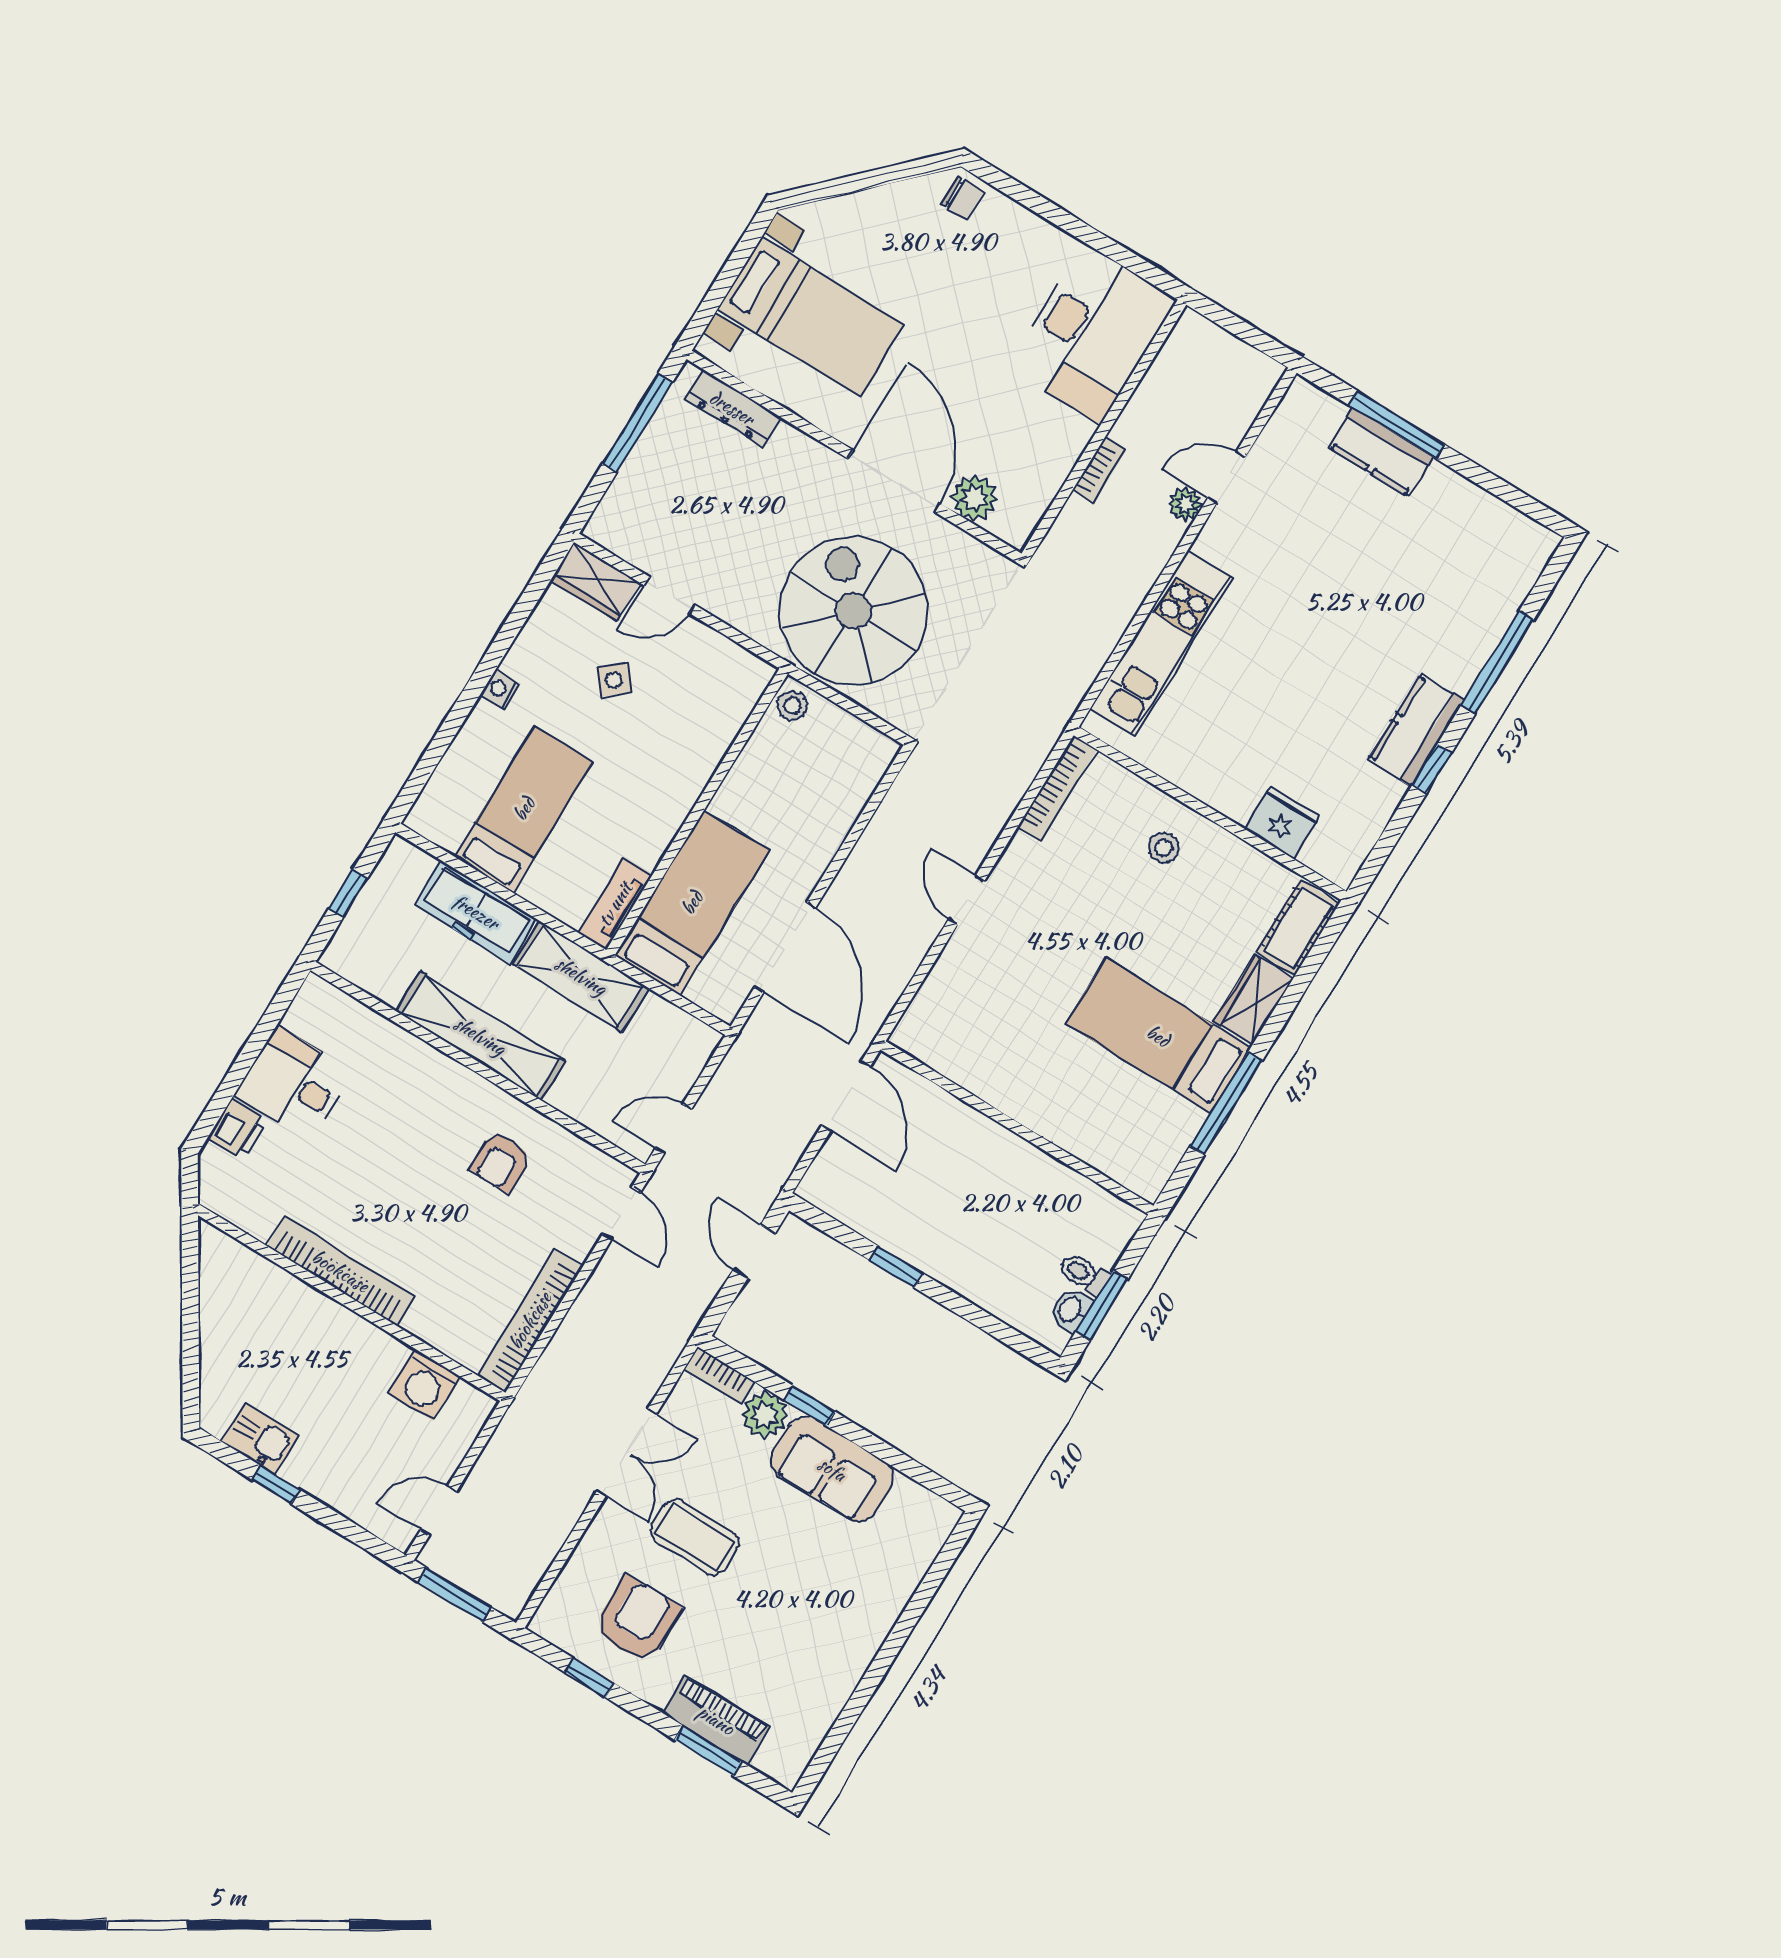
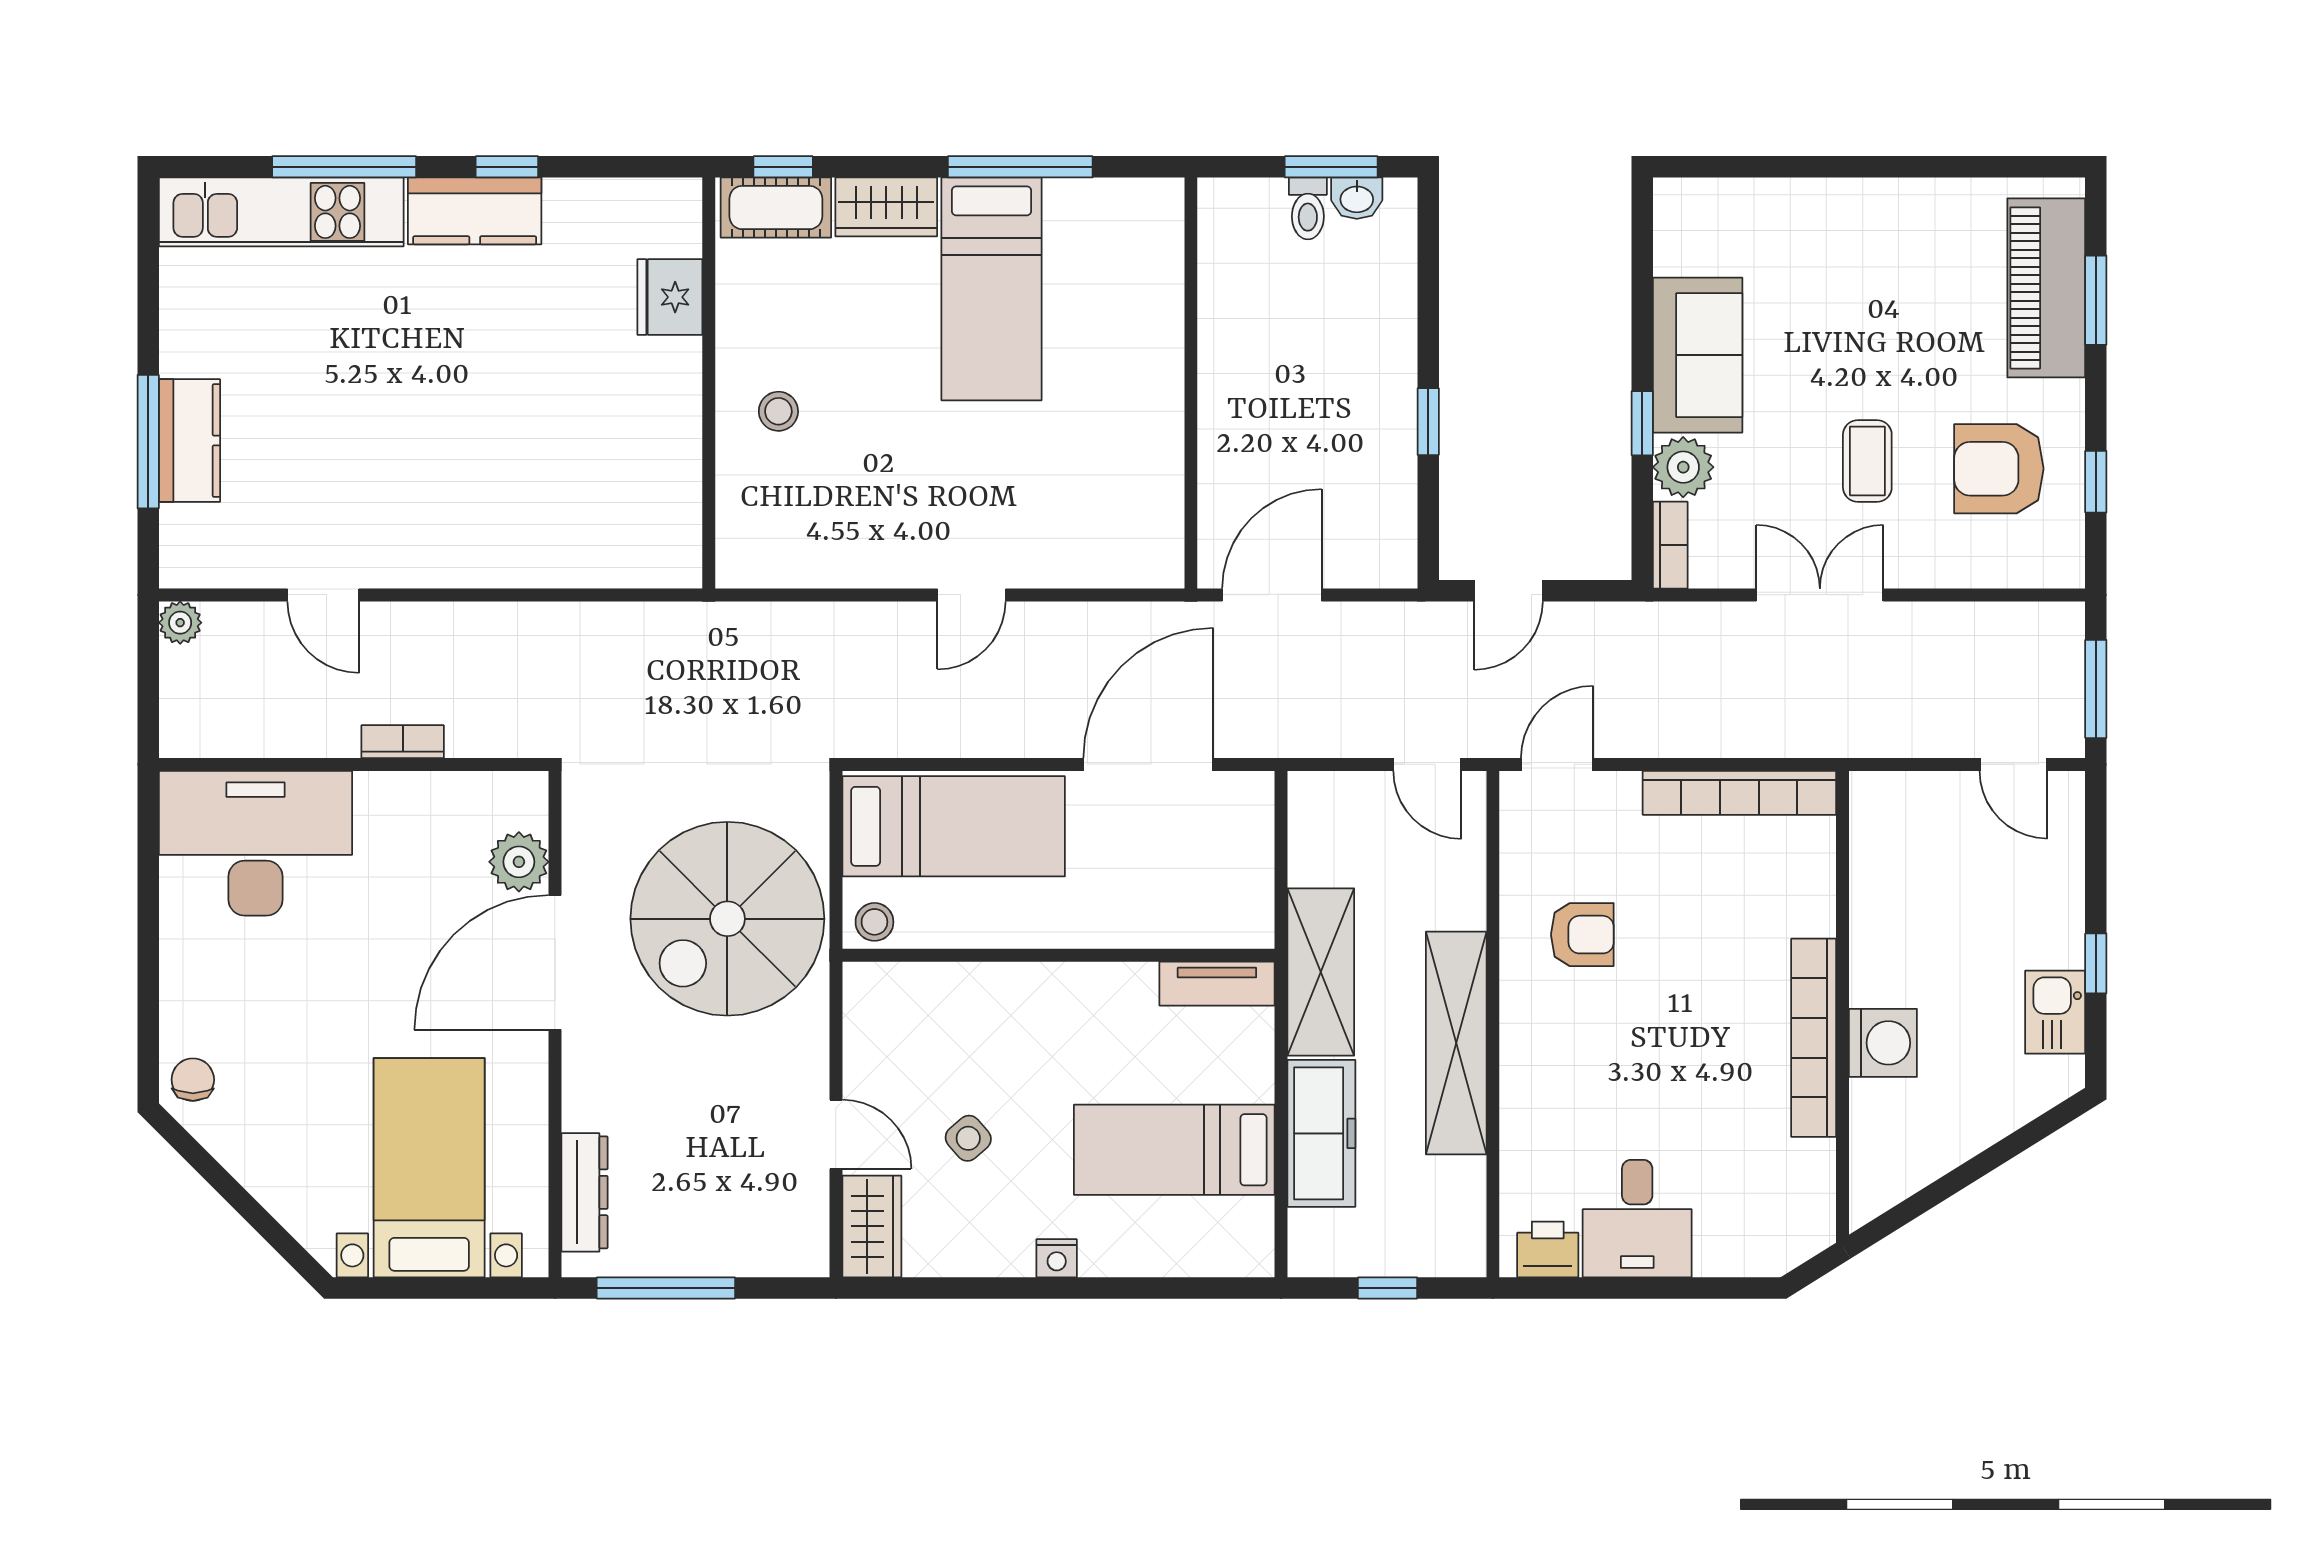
plant: (1185, 504) -> (180, 623), moved
kitchen unit: (1161, 643) -> (281, 212), moved, turned 180
bookcase: (1057, 788) -> (785, 571), removed
bed: (692, 903) -> (954, 826), moved, turned 180
window: (1321, 949) -> (783, 167), added
printer: (237, 1129) -> (1548, 1249), moved
washing machine: (424, 1385) -> (1883, 1043), moved
coffee table: (695, 1537) -> (1867, 461), width x0.73, depth x0.77
piano: (716, 1720) -> (2046, 288), width x1.37, depth x1.33

